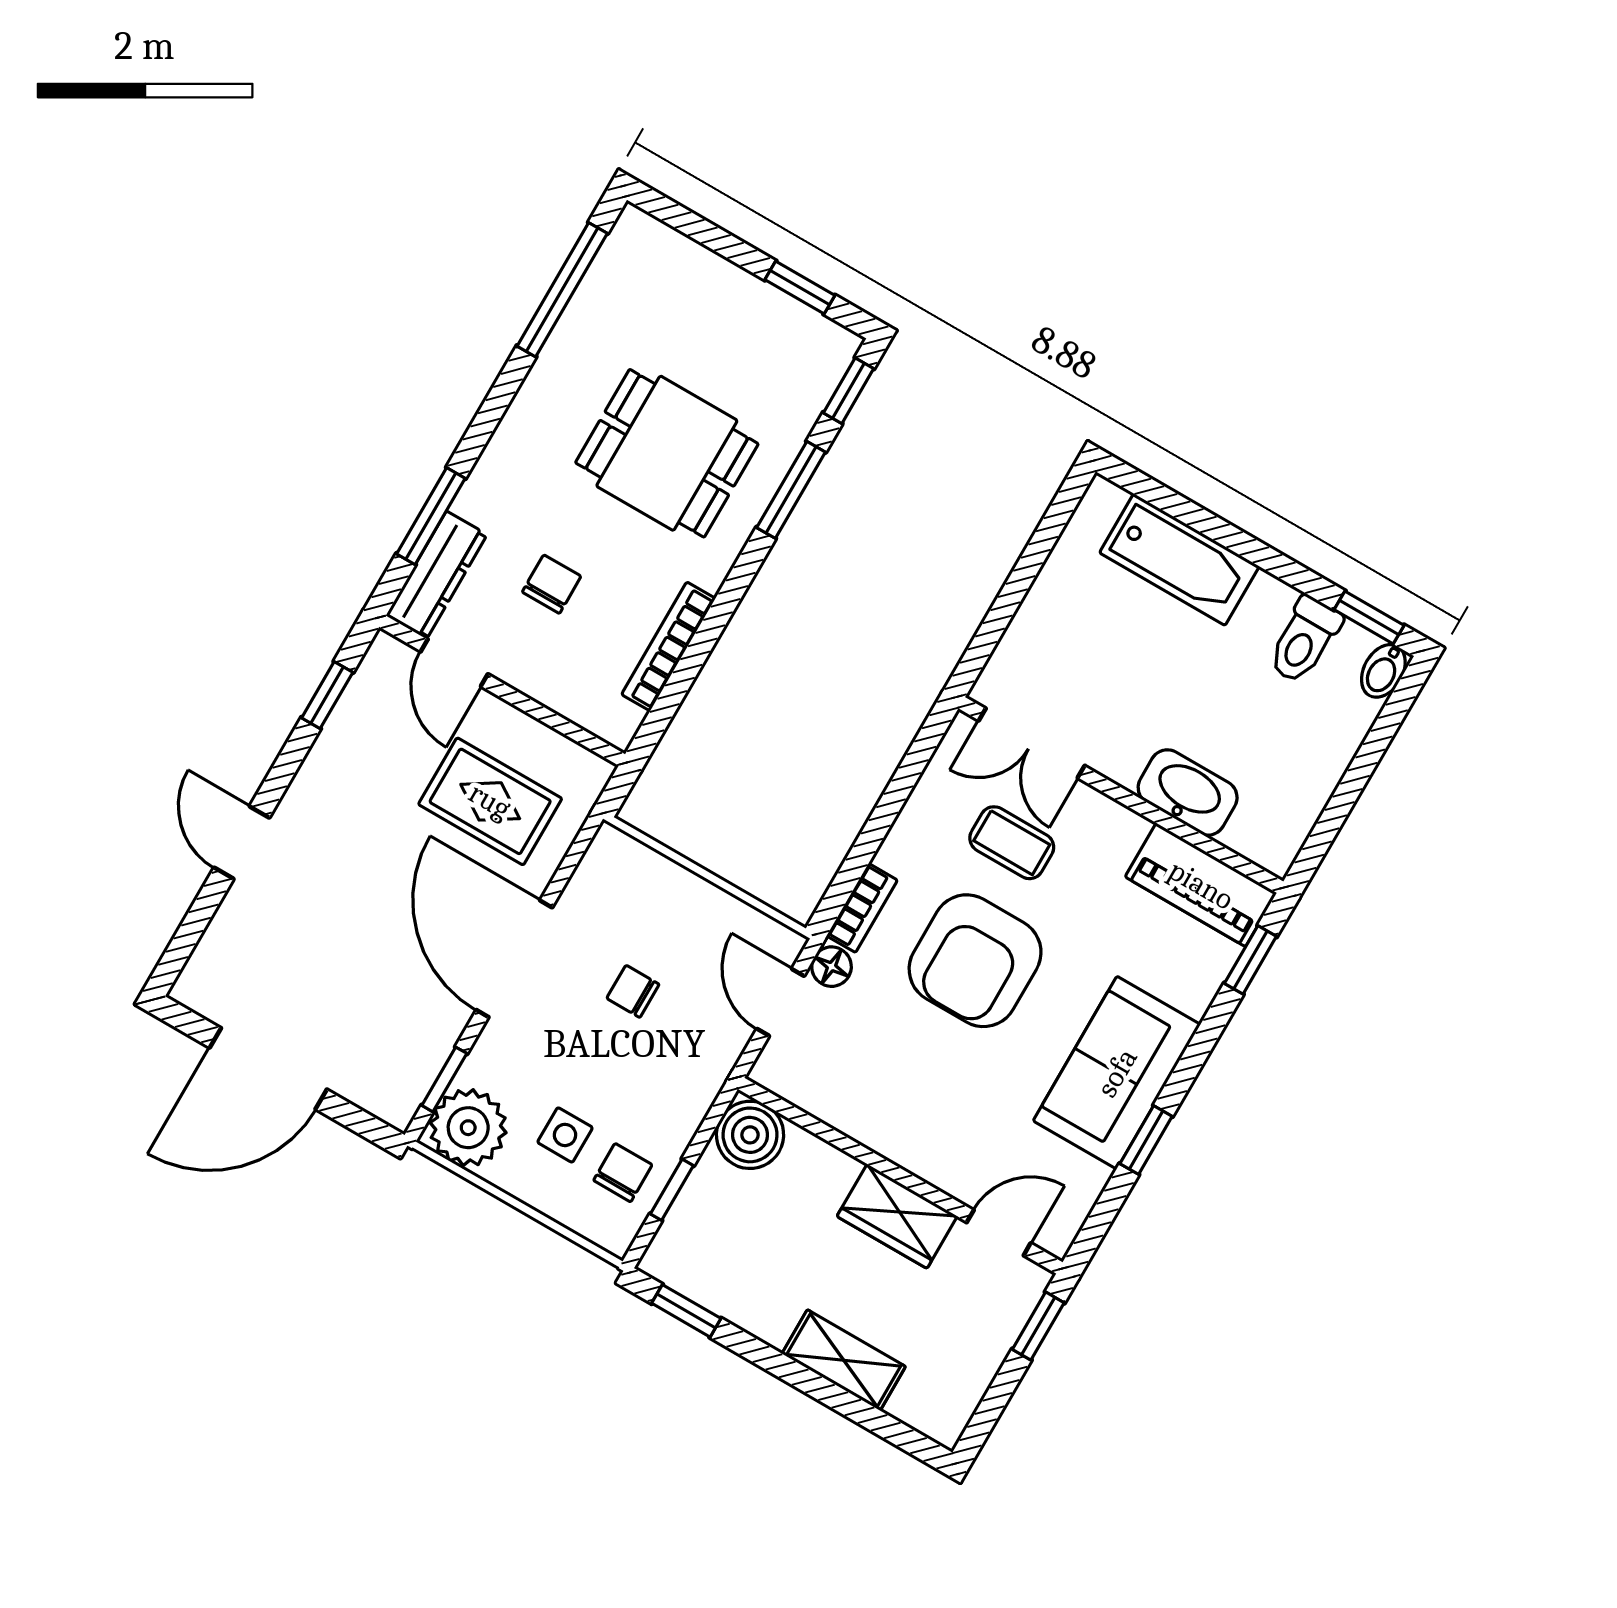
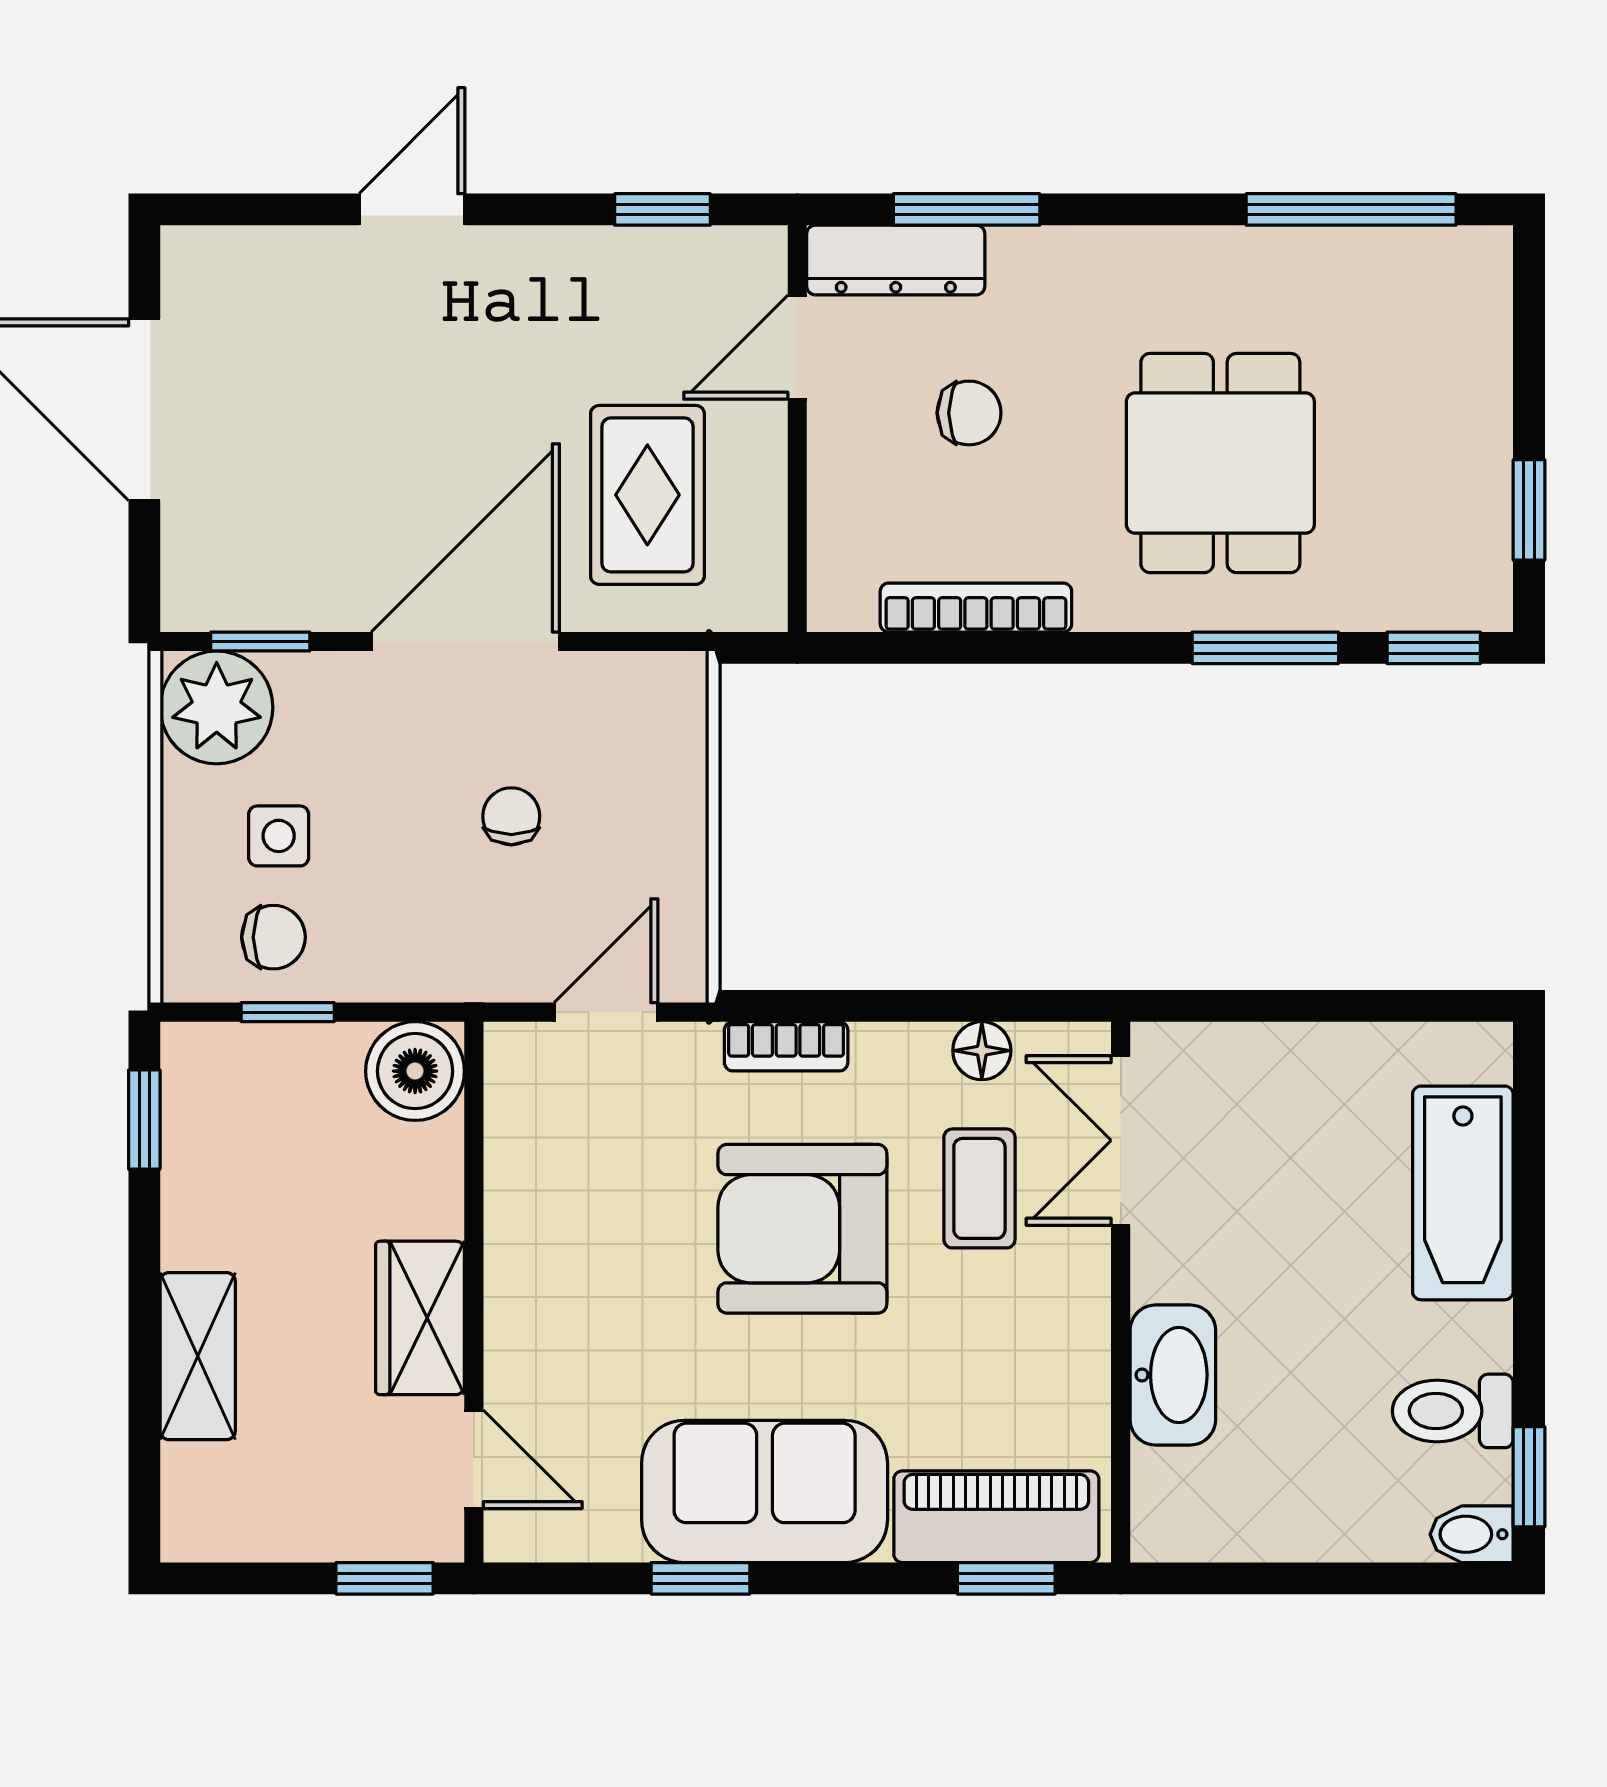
piano: (1201, 885) -> (996, 1517), moved, turned 90
floor lamp: (832, 967) -> (982, 1051), moved

